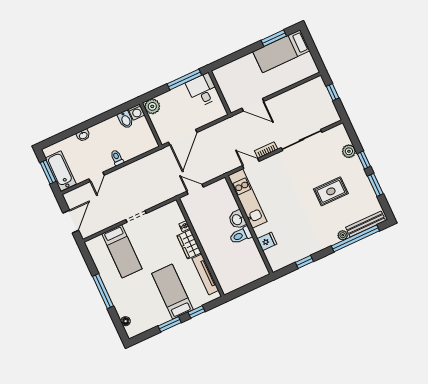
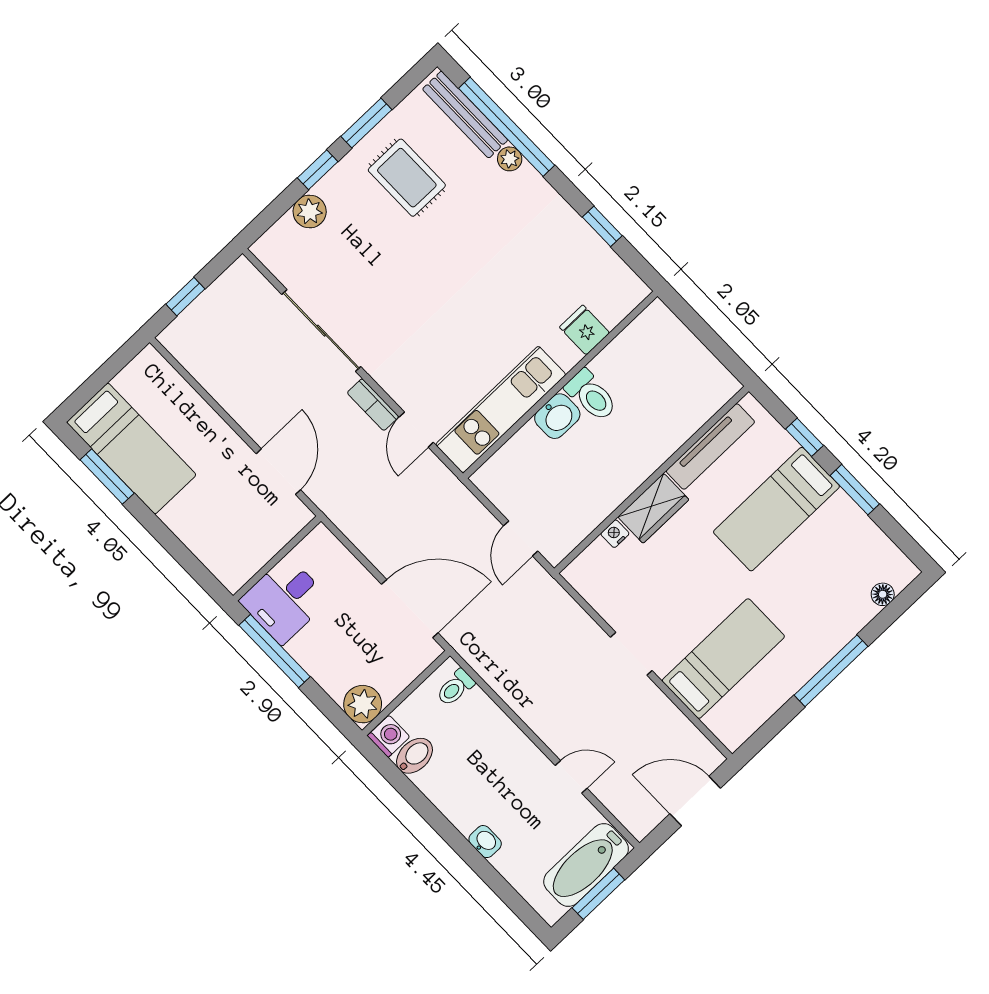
toilet: (117, 158) -> (455, 688), moved
rug: (331, 191) -> (407, 178), moved

